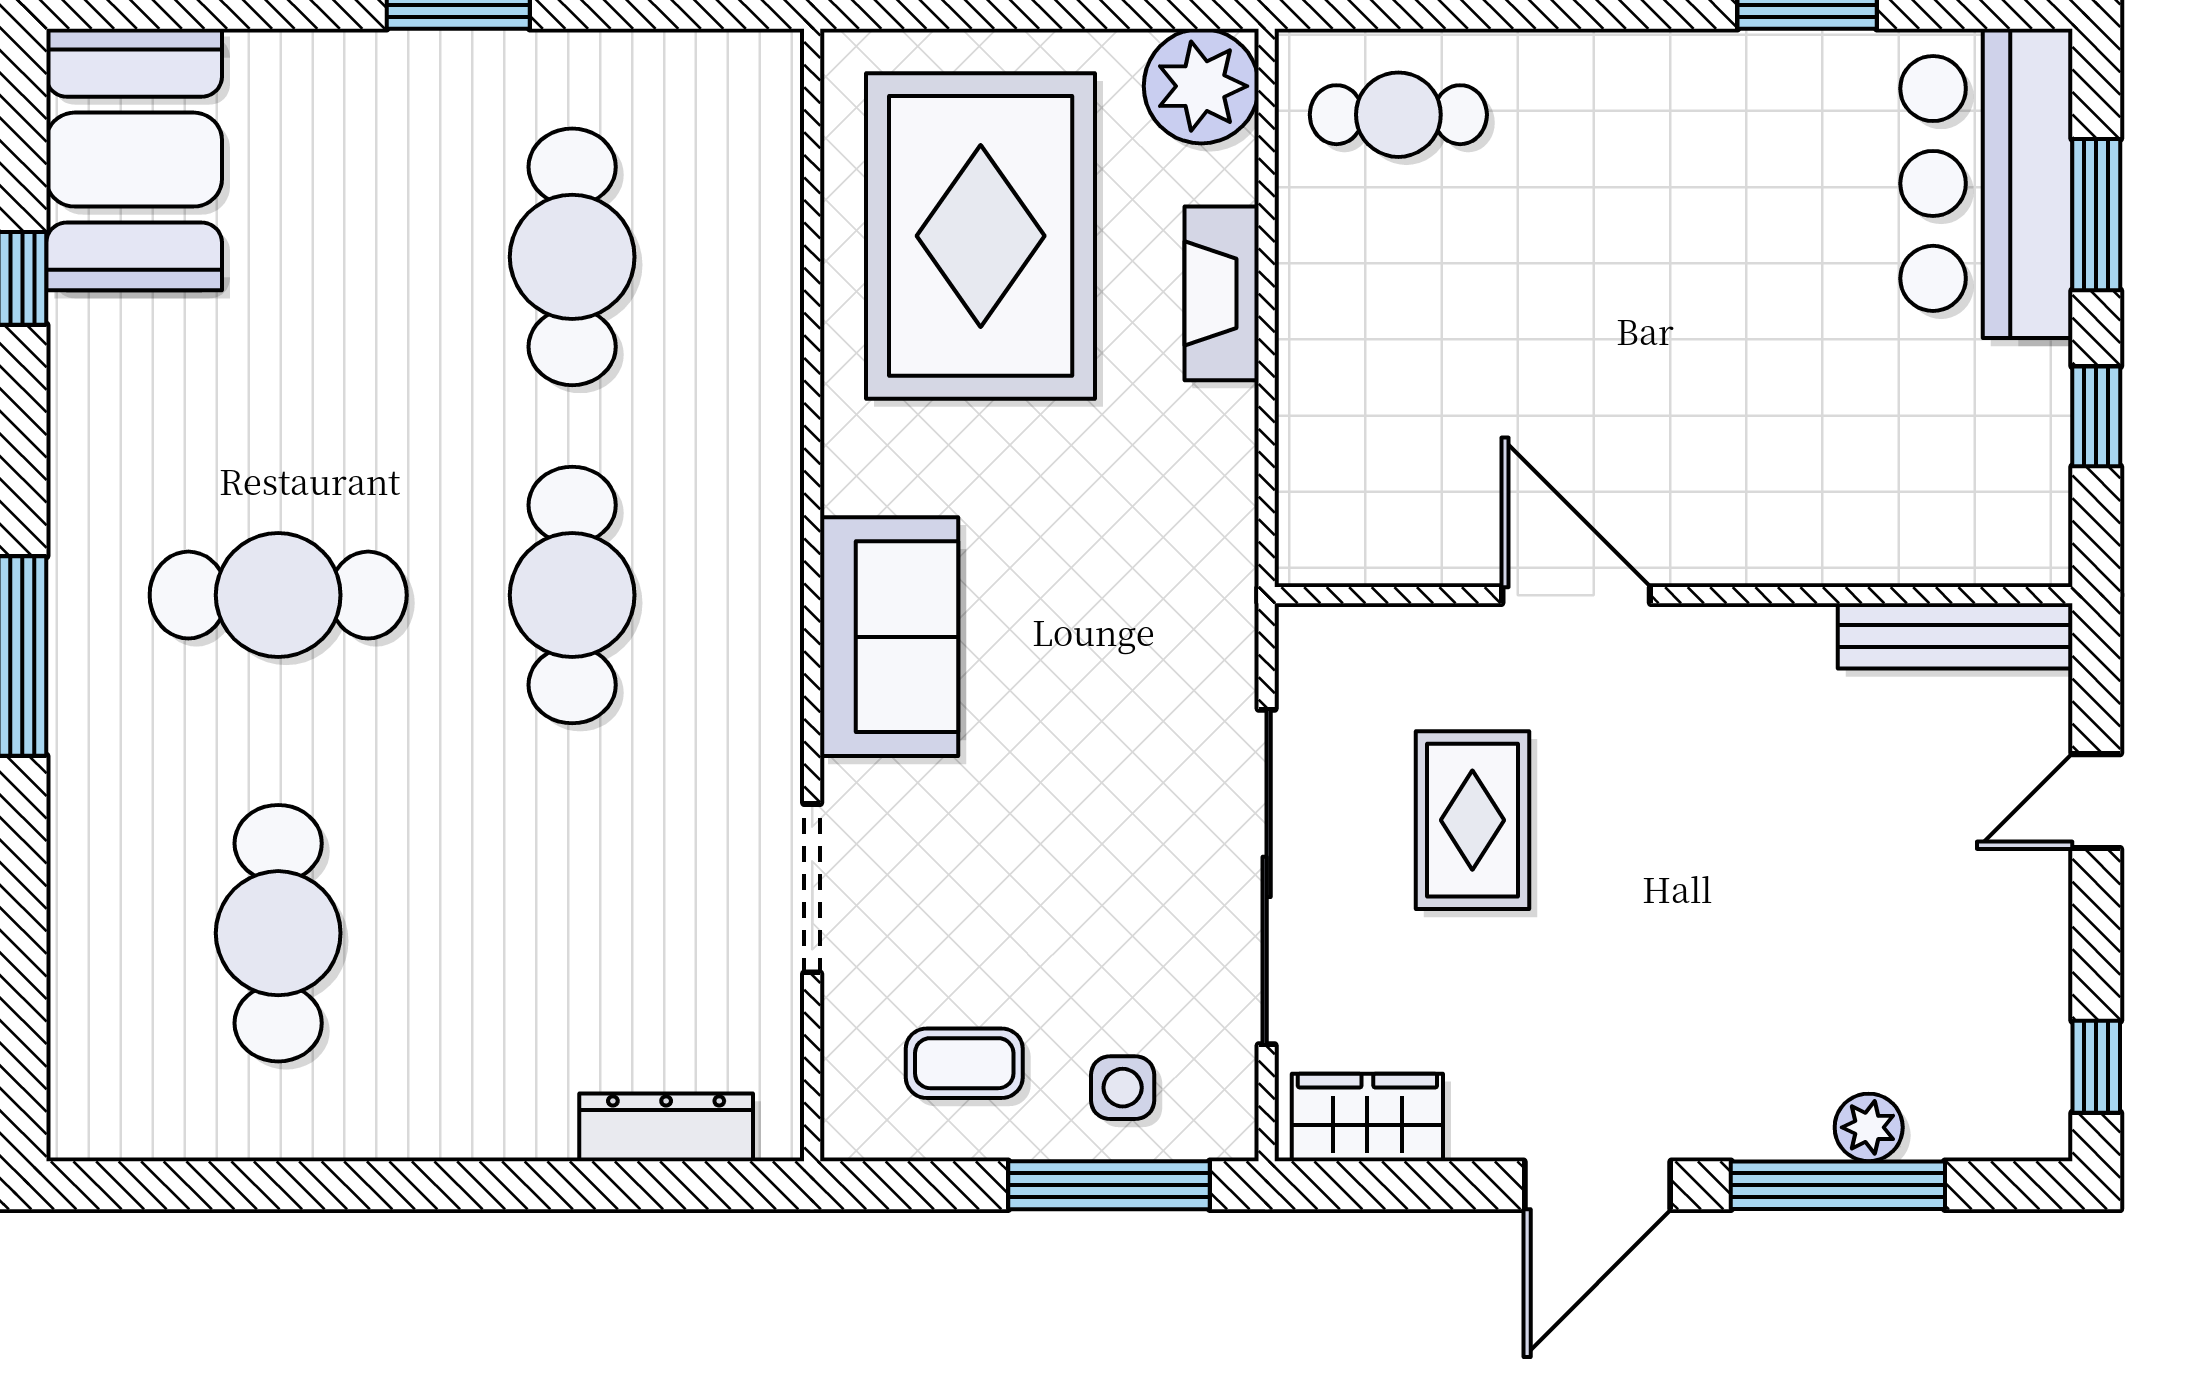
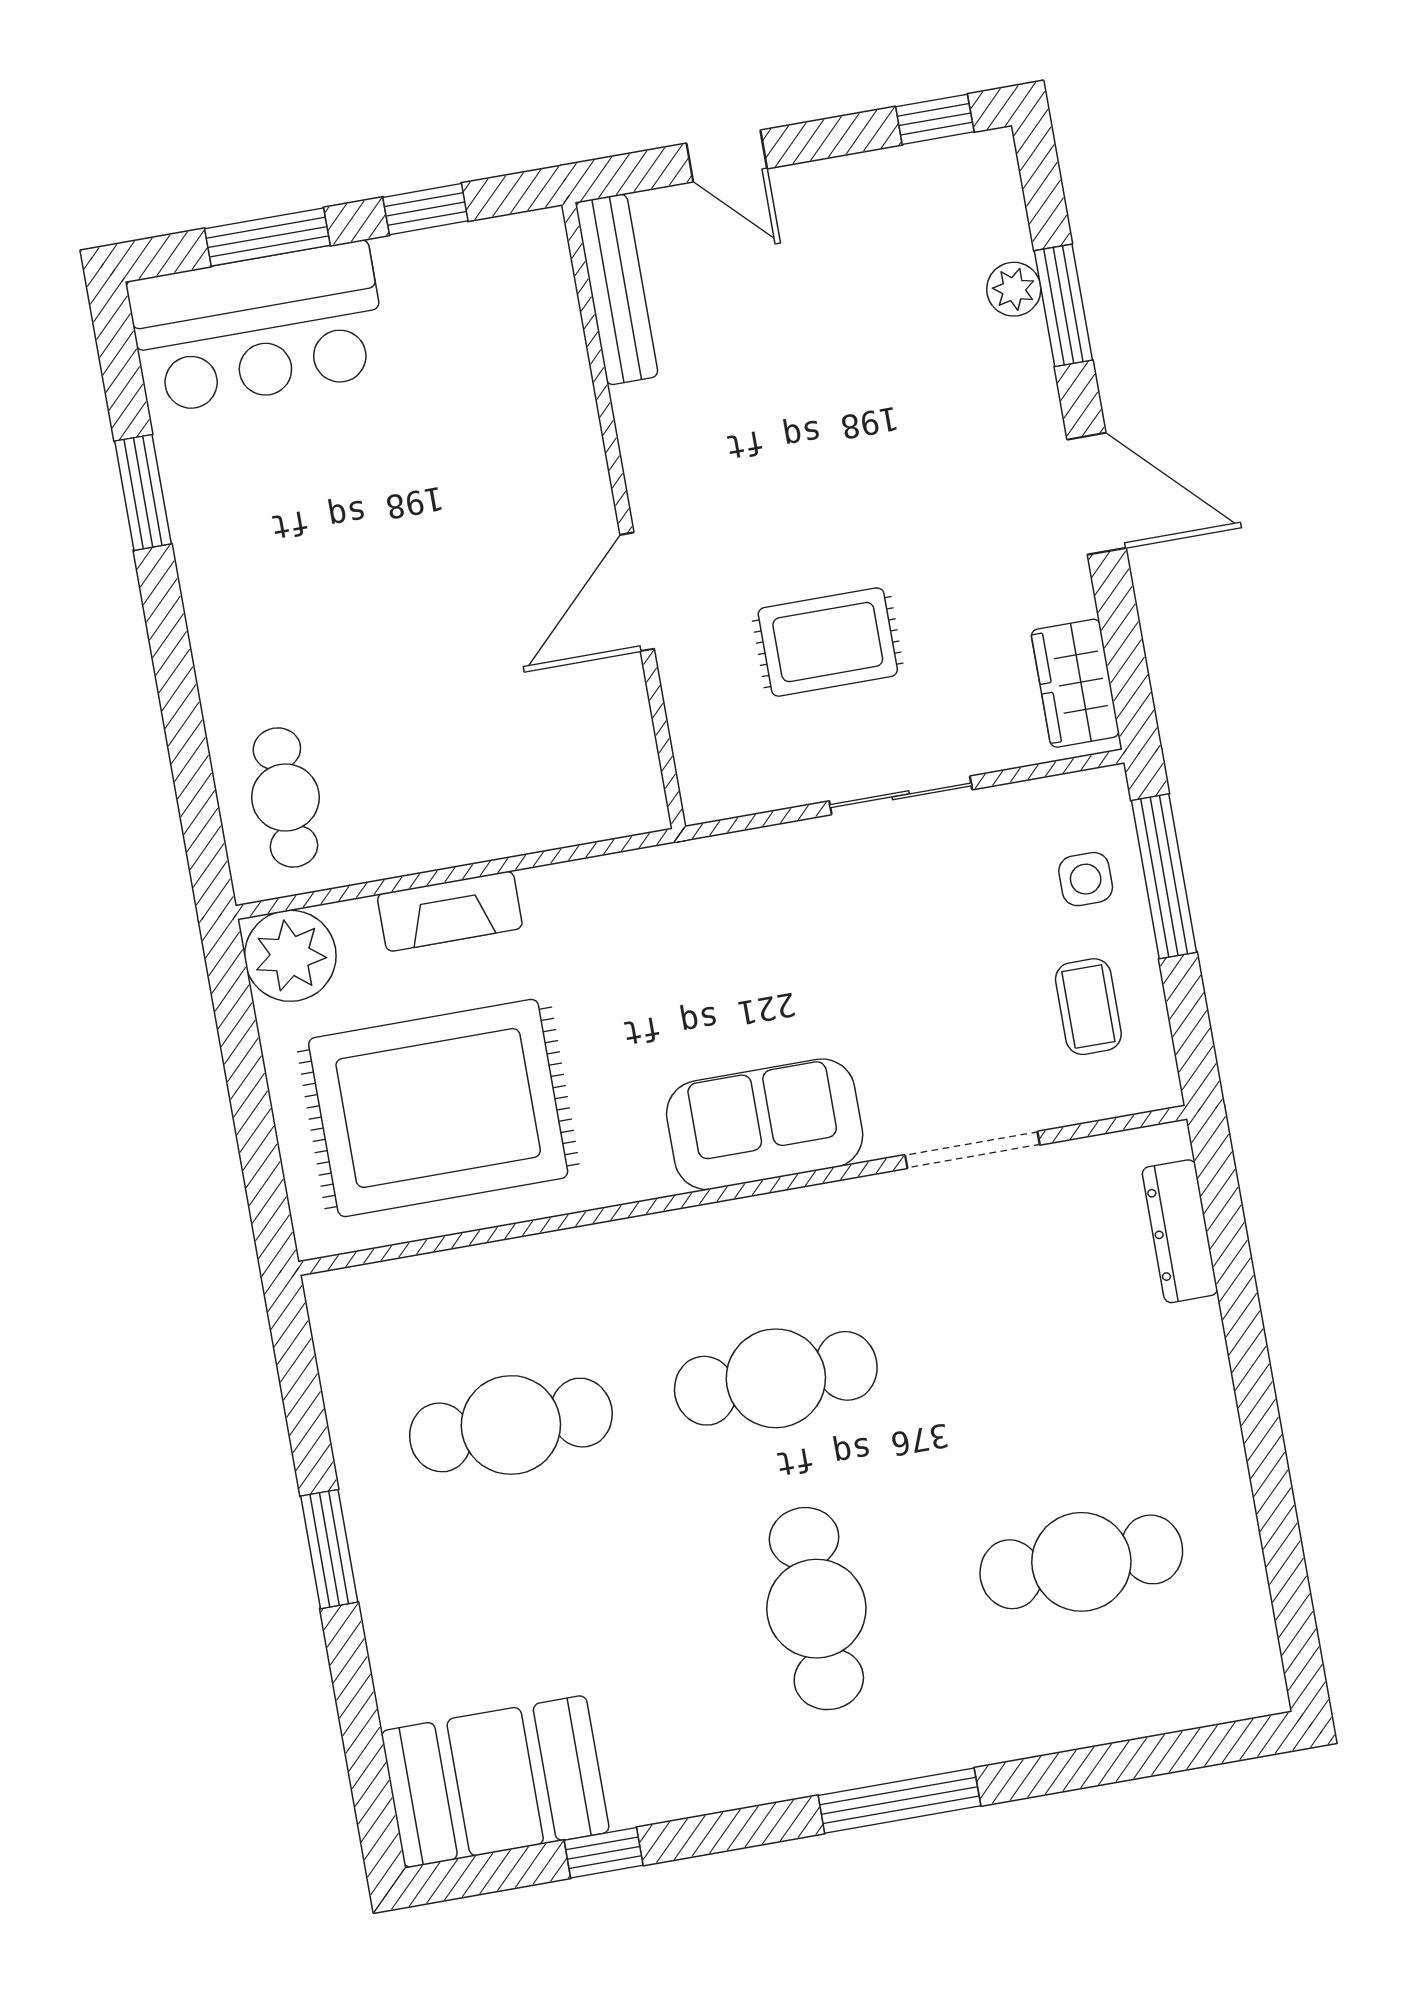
sliding door: (1267, 877) -> (901, 795), width x0.54
window: (1838, 1185) -> (1063, 305), width x0.69

